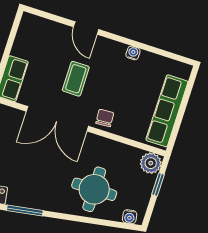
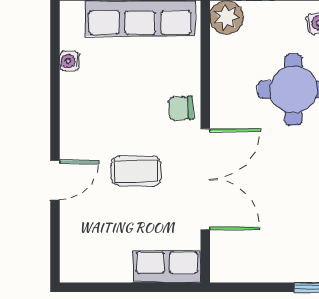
water cooler: (133, 53) -> (70, 61), moved

